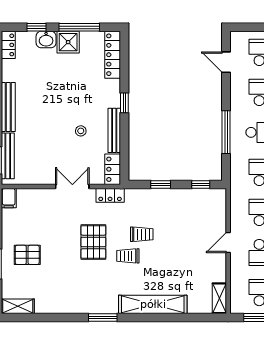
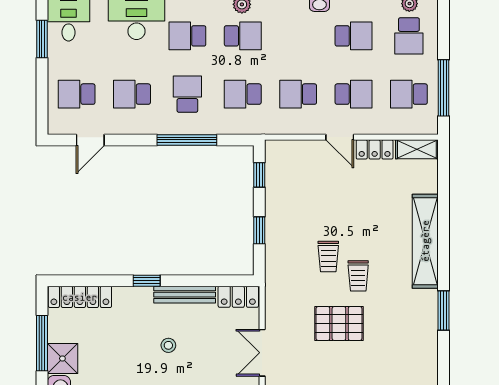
stool: (81, 131) -> (168, 345), moved
locker: (110, 195) -> (375, 149), moved, turned 90
trolley: (142, 234) -> (328, 256), turned 180

